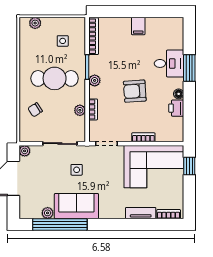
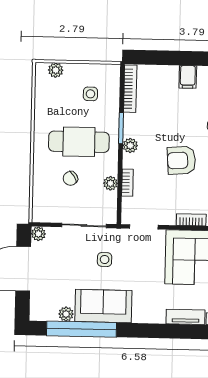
chair: (35, 110) -> (70, 178), moved

